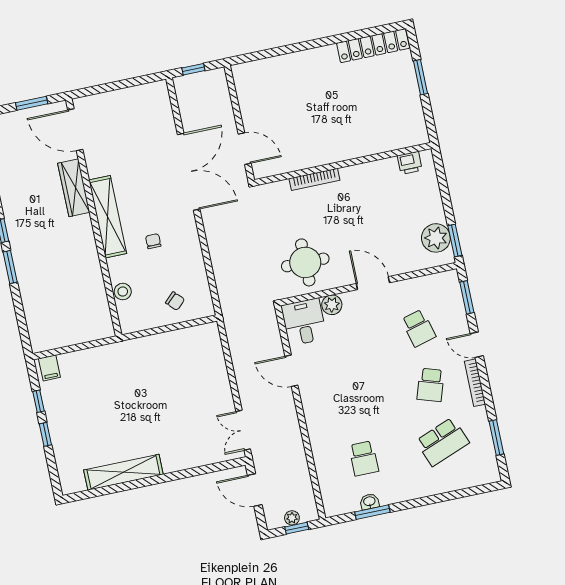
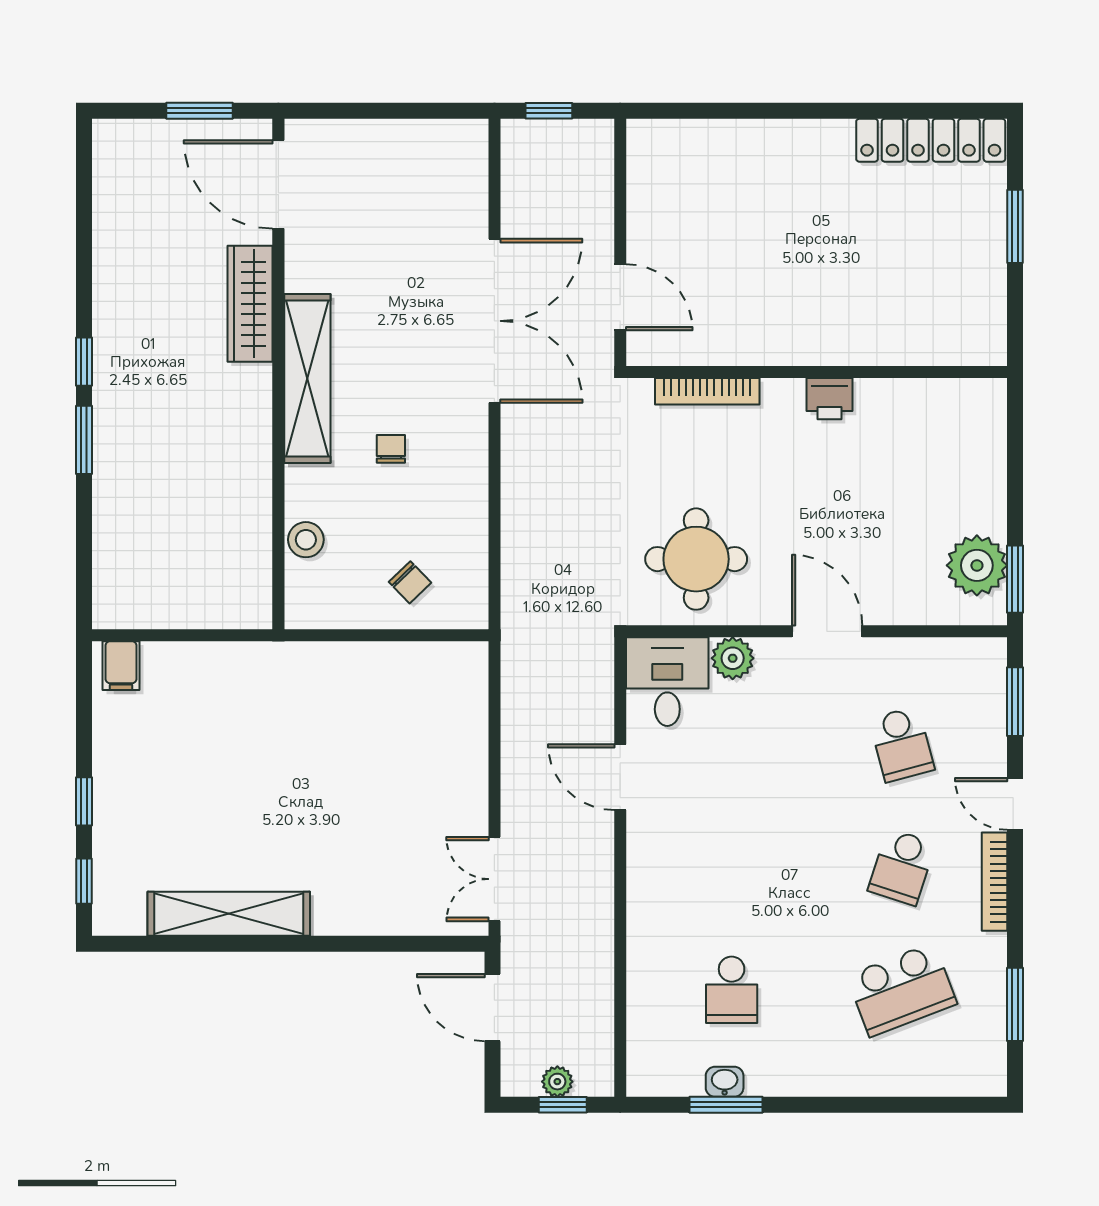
printer: (410, 163) -> (829, 399), moved
bookcase: (314, 179) -> (707, 391), moved
window: (38, 401) -> (84, 881), moved

